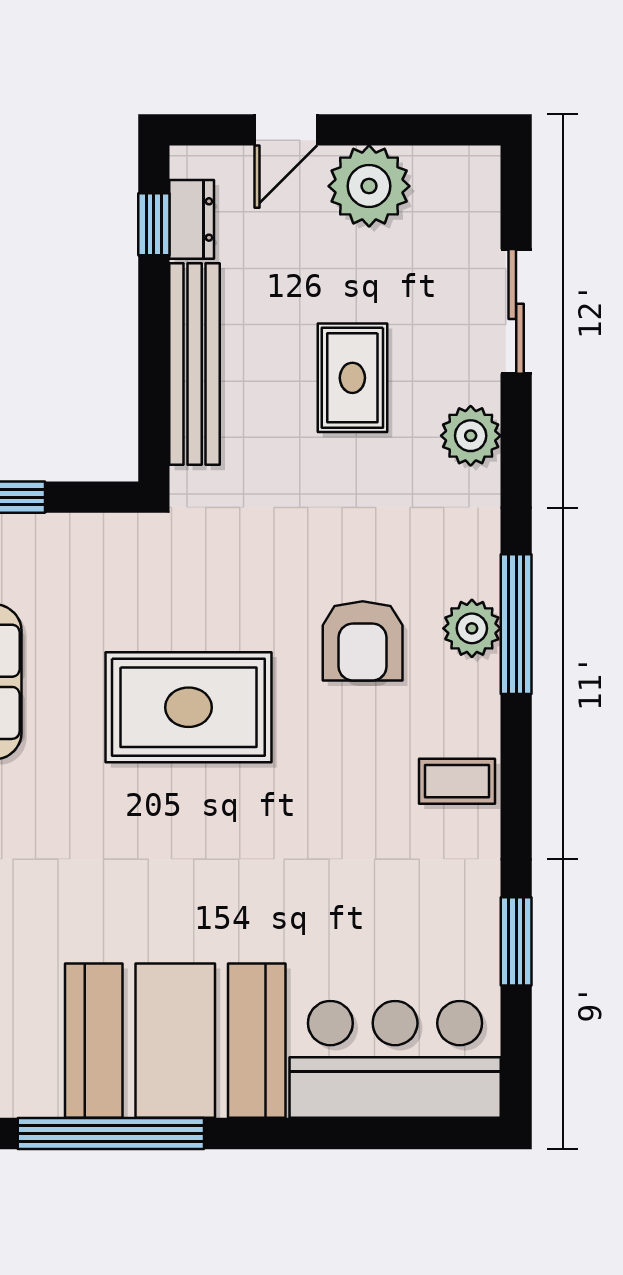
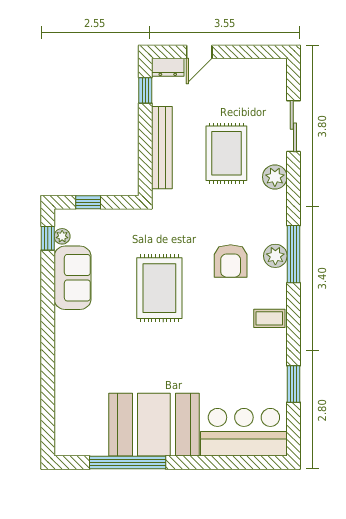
plant: (369, 186) -> (233, 75), removed
dresser: (192, 219) -> (168, 67), moved, turned 90
rug: (352, 378) -> (226, 153), width x1.36, depth x1.43
rug: (188, 707) -> (159, 288), turned 90

